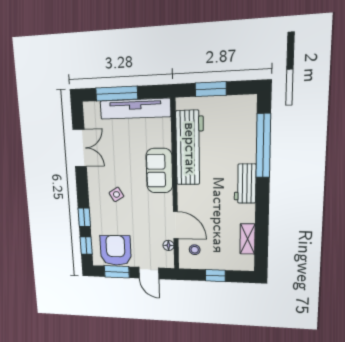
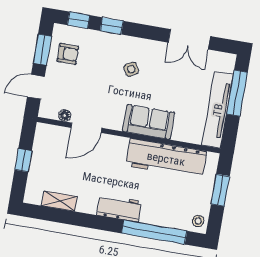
armchair: (116, 250) -> (68, 54), width x0.53, depth x0.53
stool: (195, 250) -> (198, 221), moved

